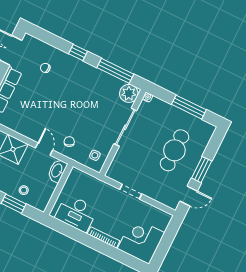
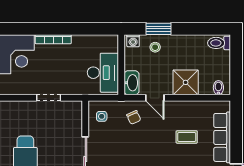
coffee table: (34, 104) -> (187, 137), added
washing machine: (39, 204) -> (133, 41), added
desk: (76, 213) -> (103, 73), moved, turned 90

